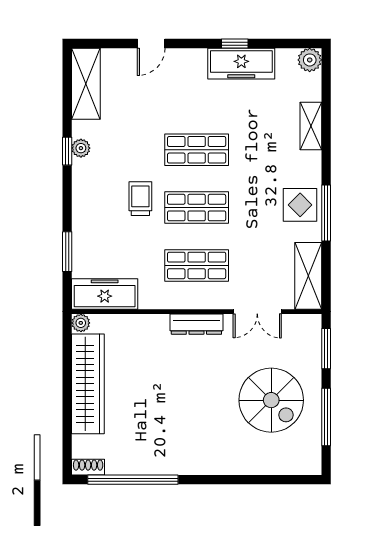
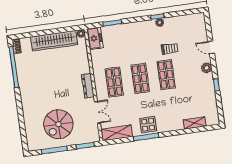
plant: (310, 60) -> (207, 68), moved
freezer: (241, 64) -> (208, 89), removed
shelving: (86, 84) -> (189, 21), removed
shelving: (311, 126) -> (195, 123), moved
trolley: (140, 199) -> (170, 49), moved
freezer: (105, 294) -> (95, 38), width x0.71
double door: (257, 312) -> (97, 112), swing flipped

